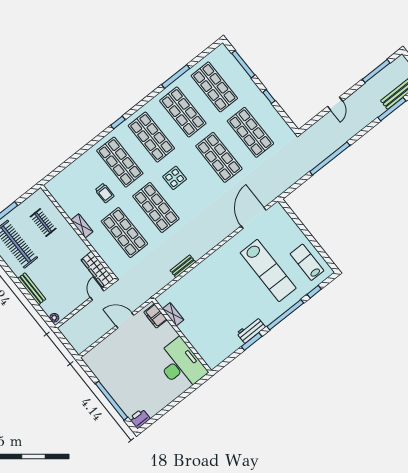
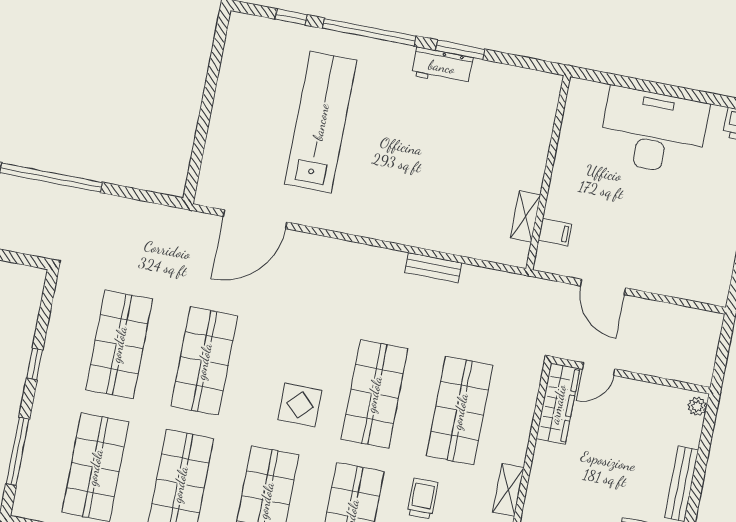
lab bench: (307, 262) -> (253, 70), removed
filing cabinet: (155, 316) -> (555, 232), width x0.50
desk: (181, 365) -> (653, 131), moved, turned 90

